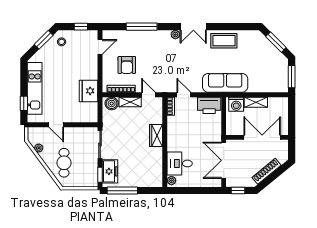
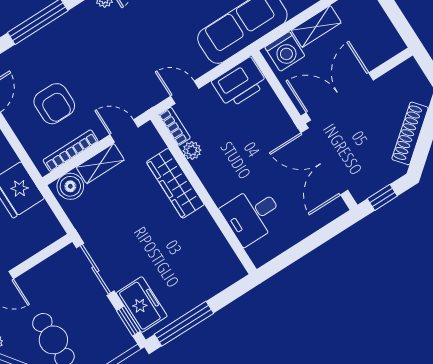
wardrobe: (156, 136) -> (175, 183), width x1.50
double door: (262, 137) -> (340, 96), moved
plant: (172, 181) -> (192, 150), moved

